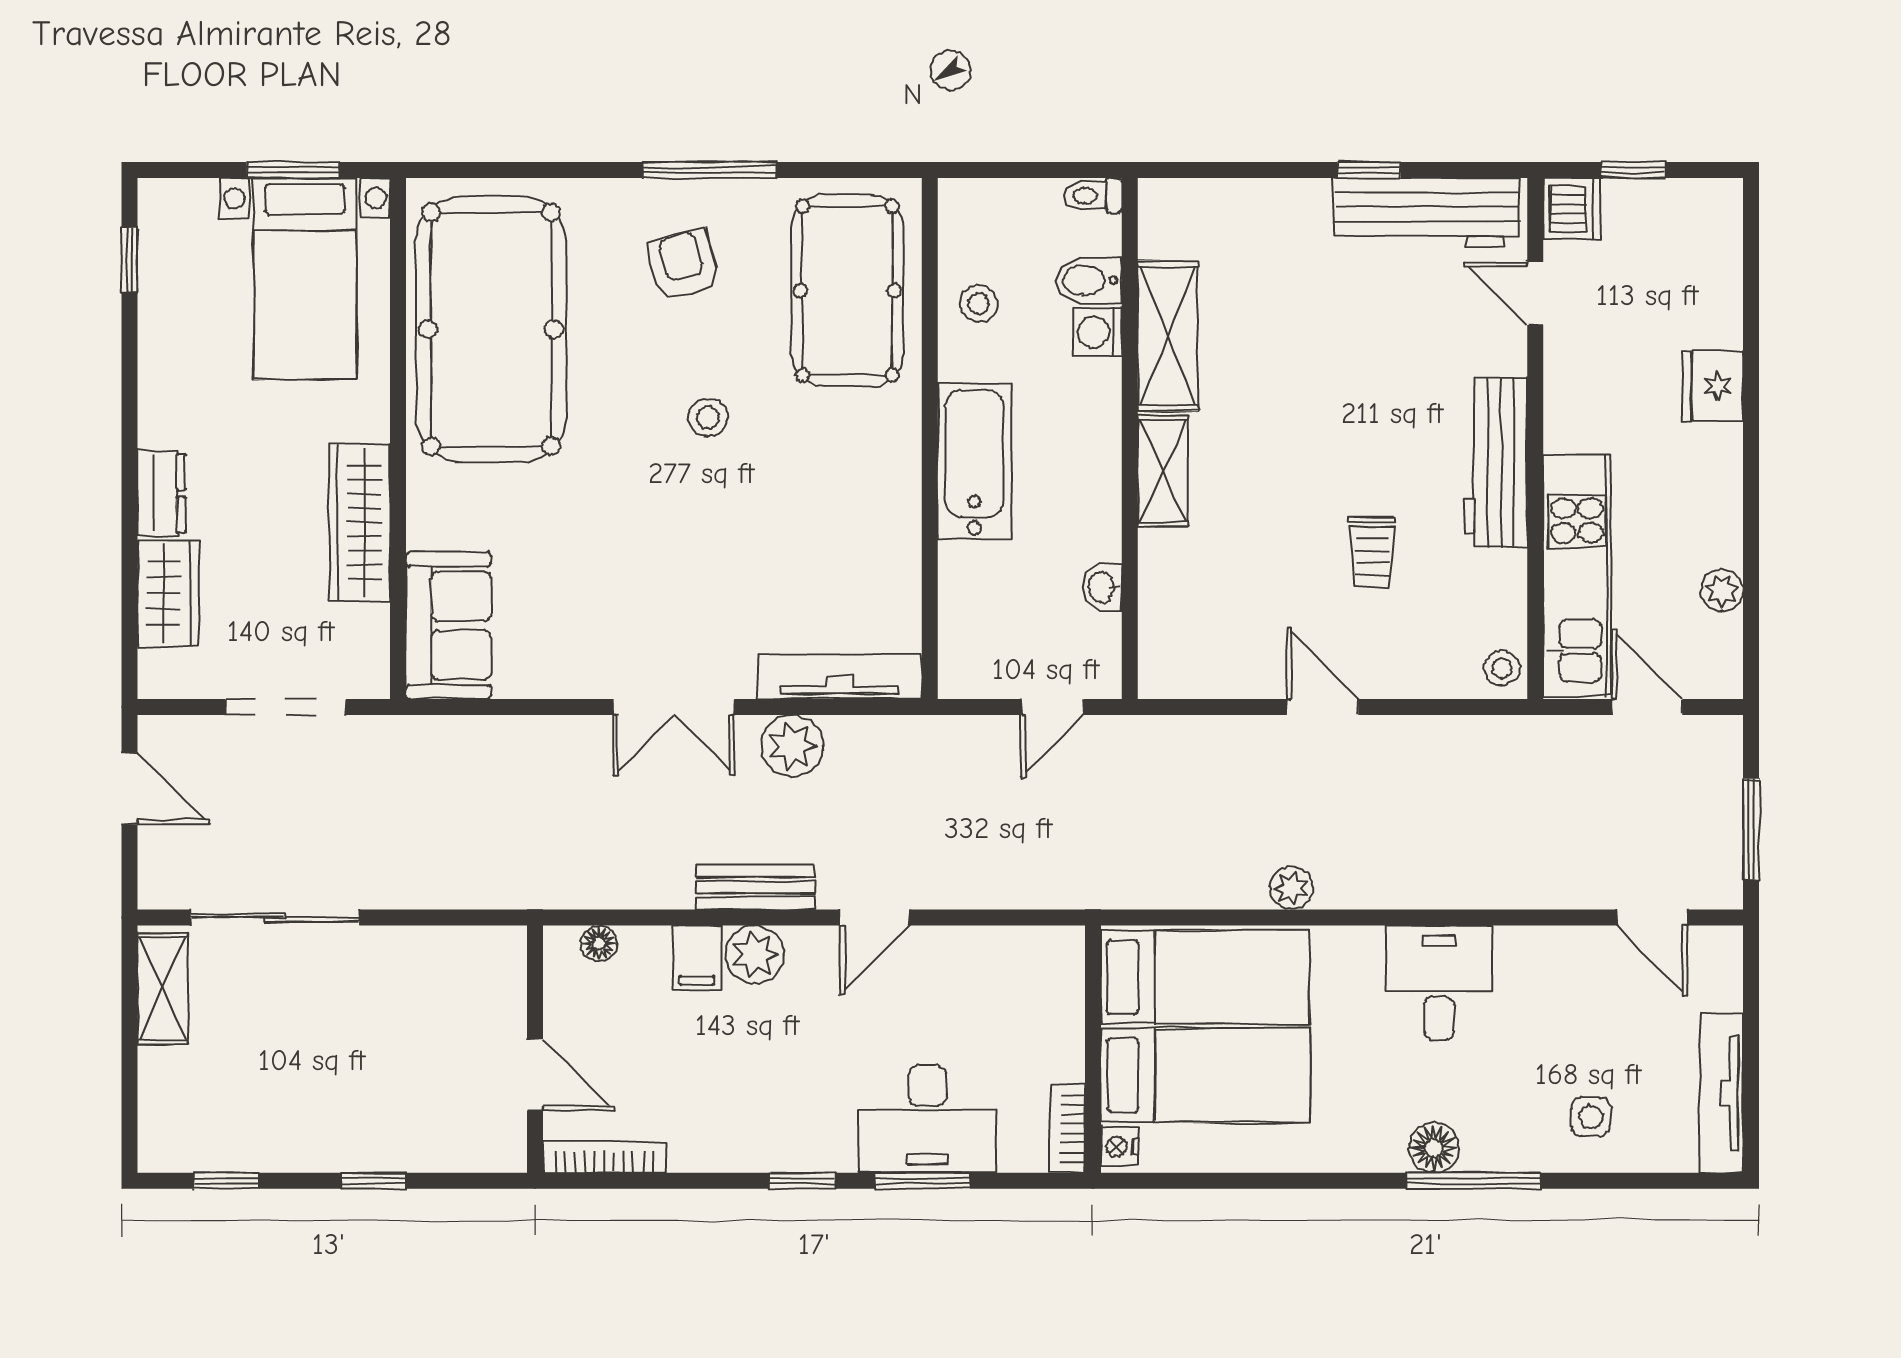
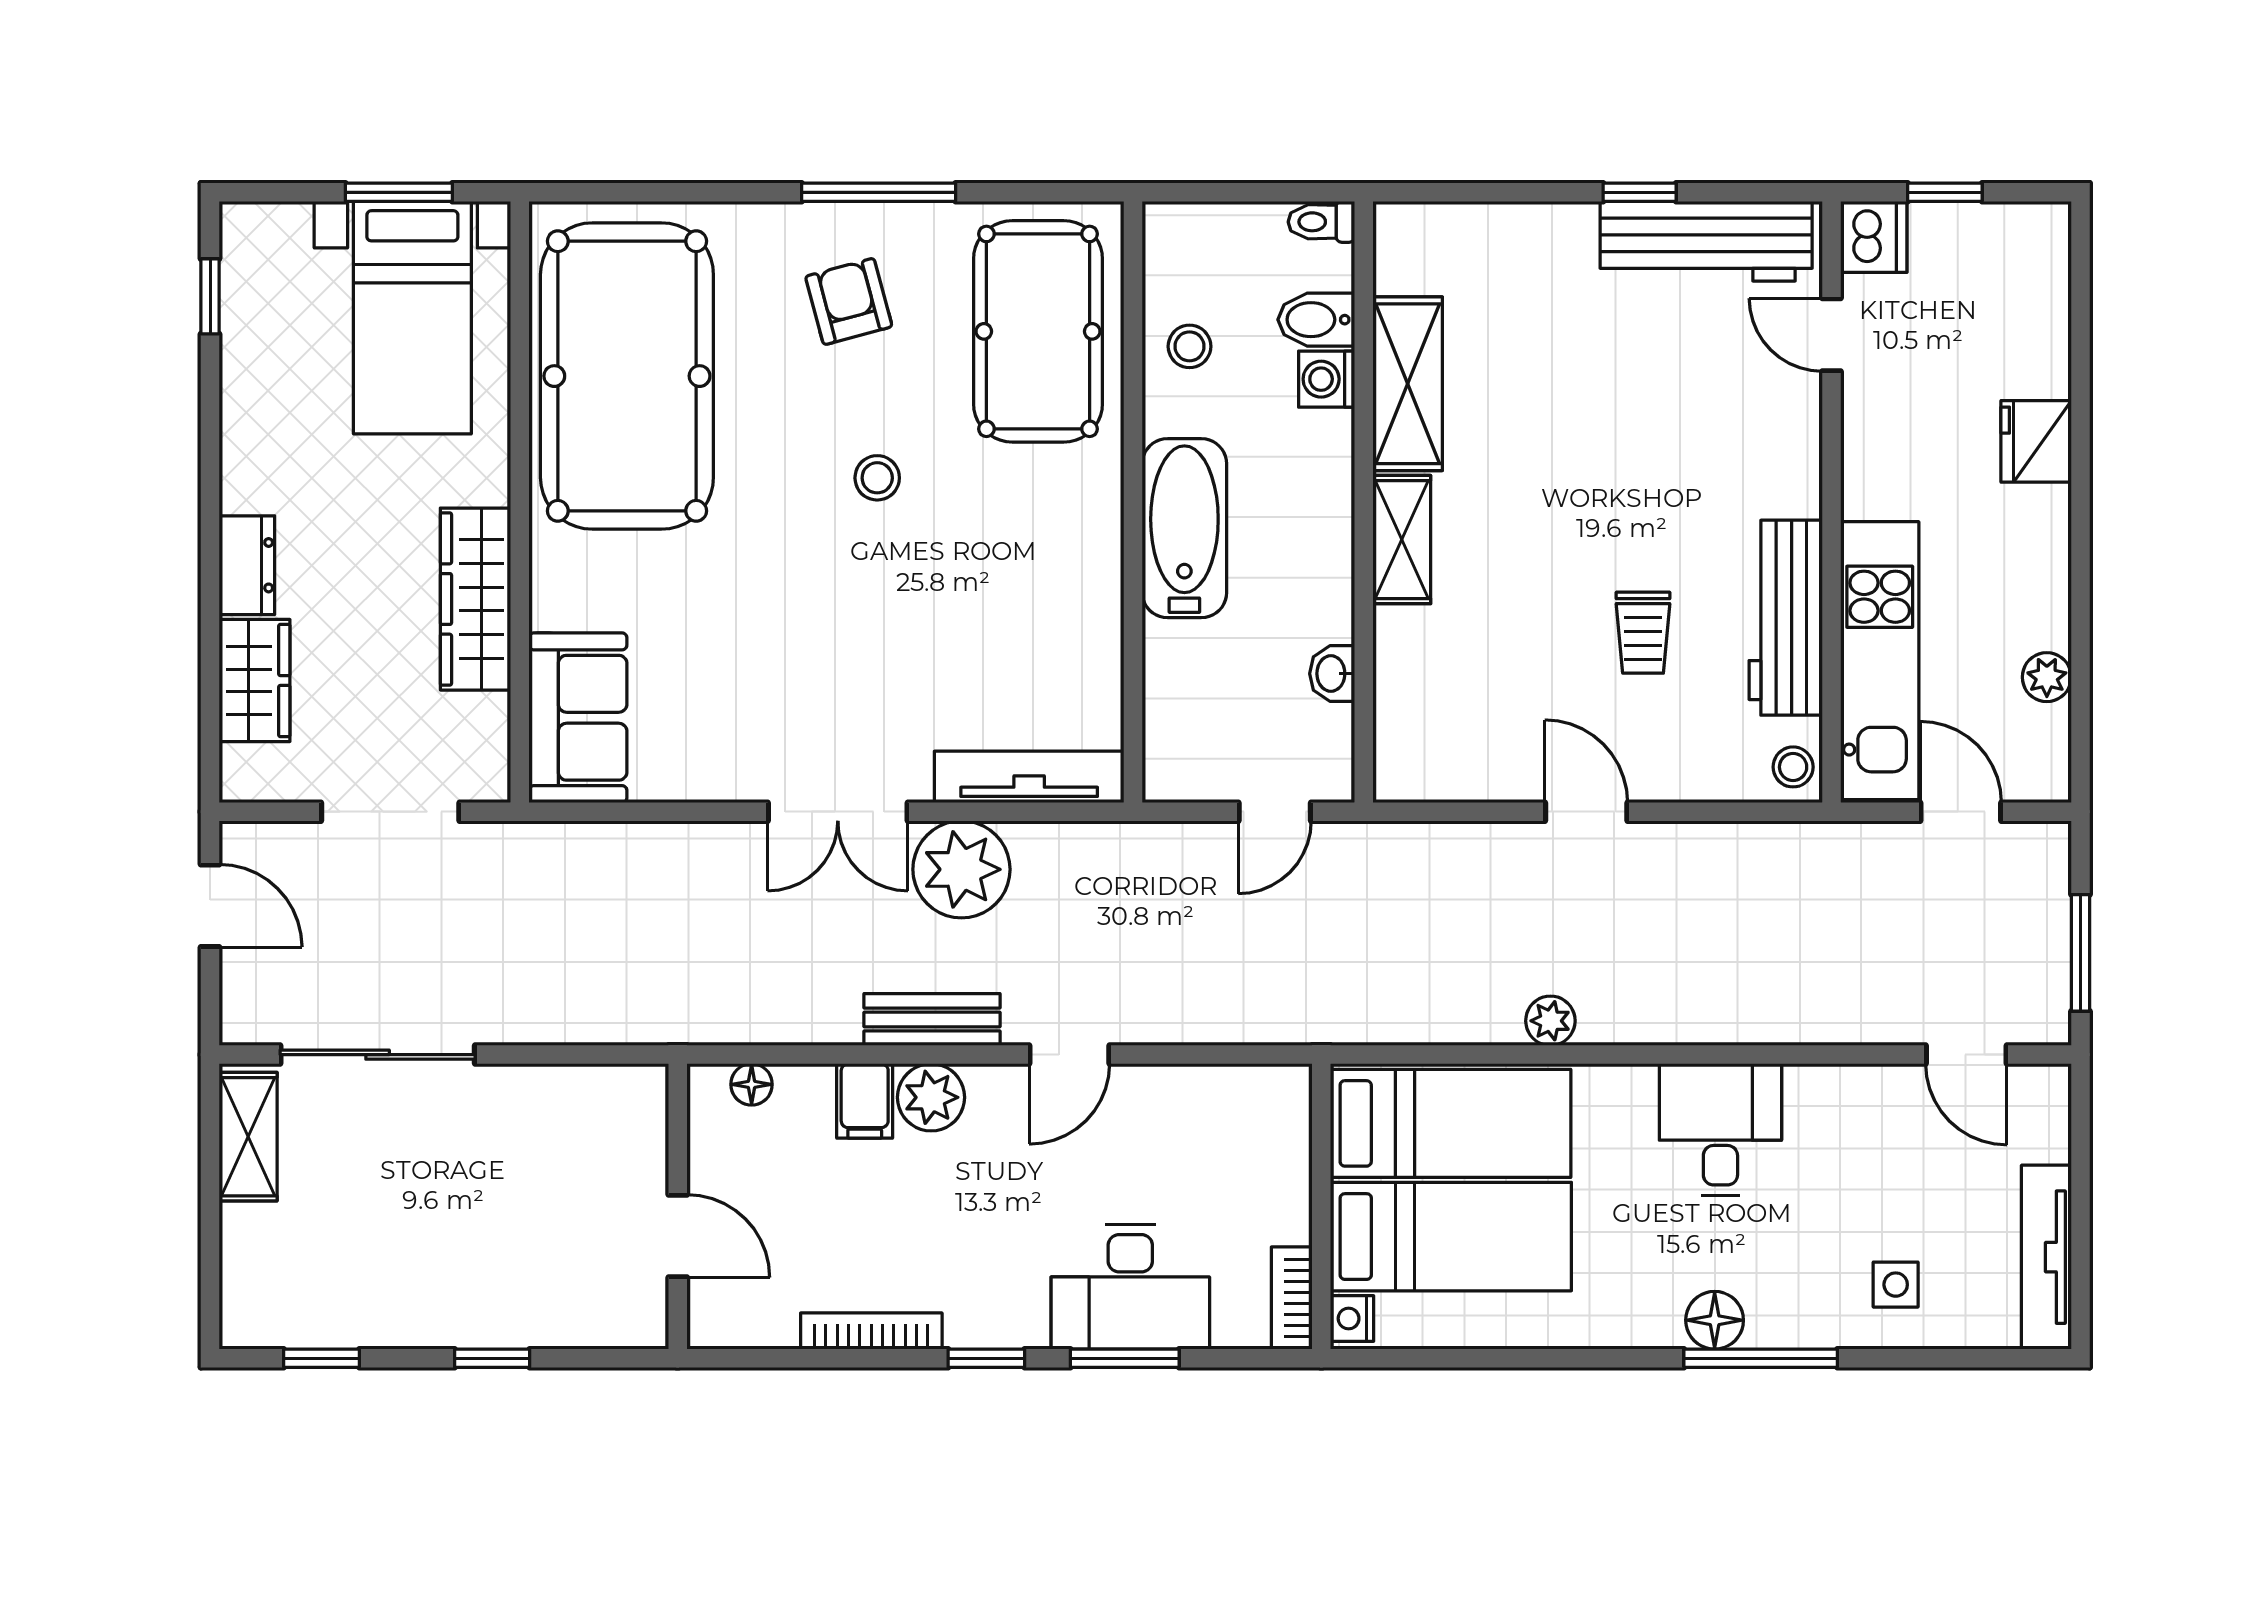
workbench: (1496, 462) -> (1786, 618), moved
plant: (792, 746) -> (961, 869), width x1.36, depth x1.36
bookcase: (604, 1157) -> (871, 1331), moved

